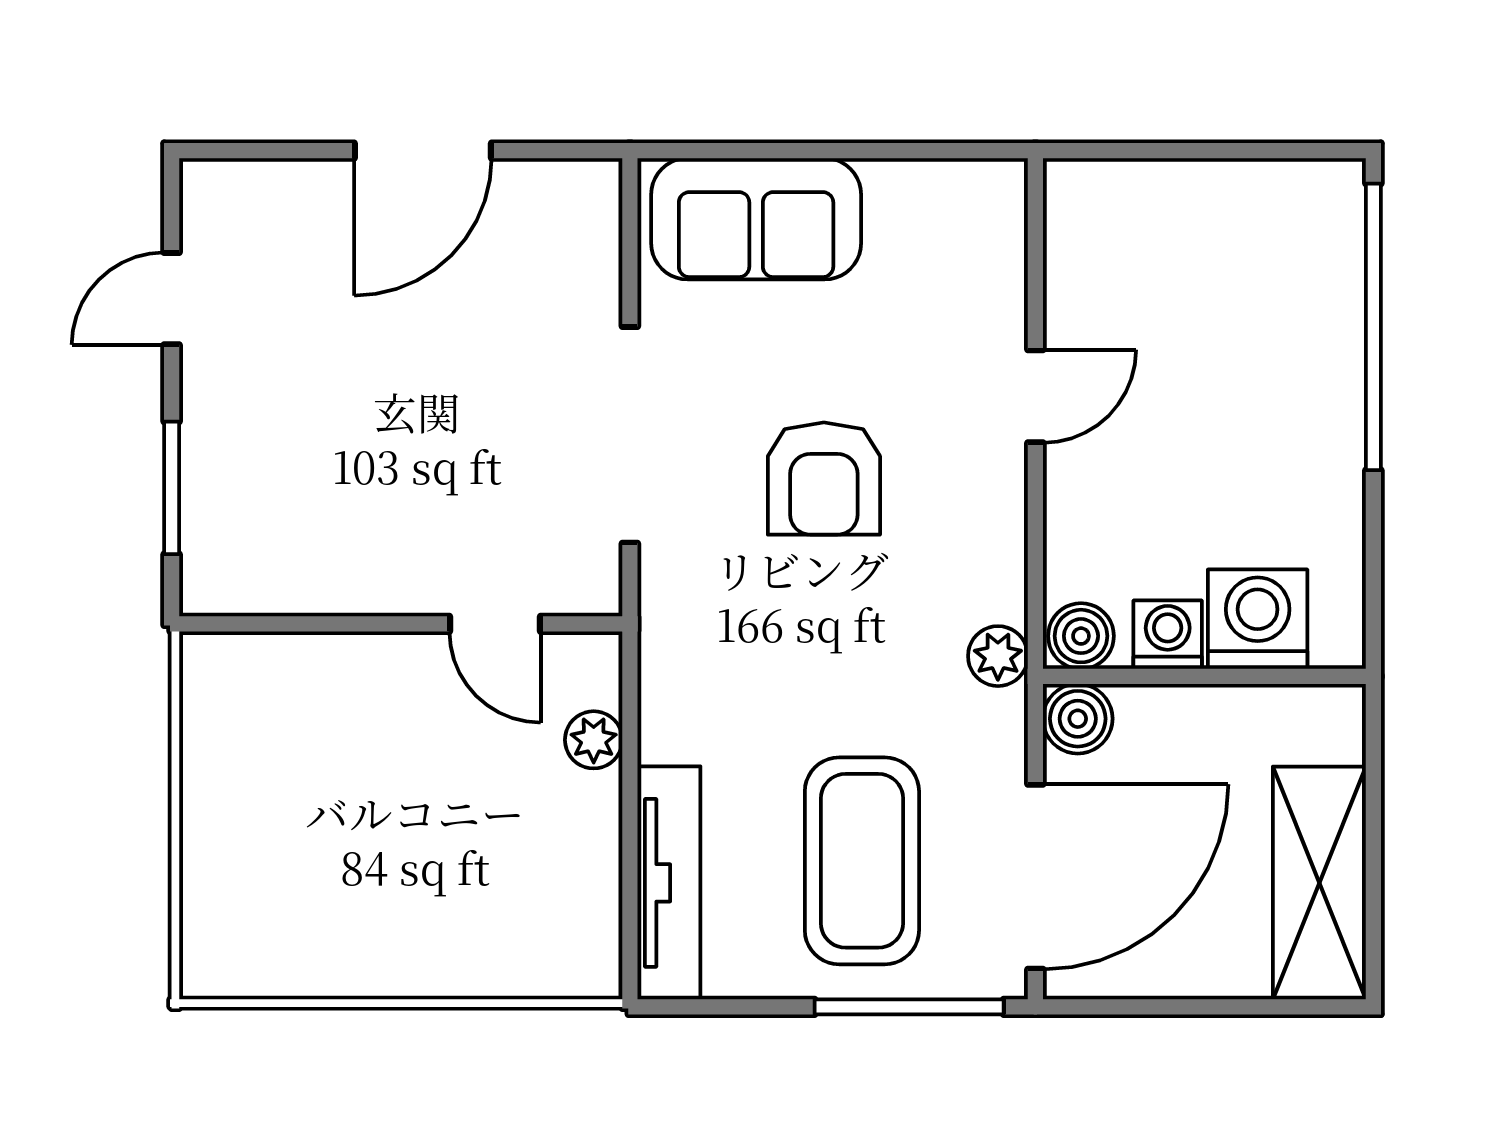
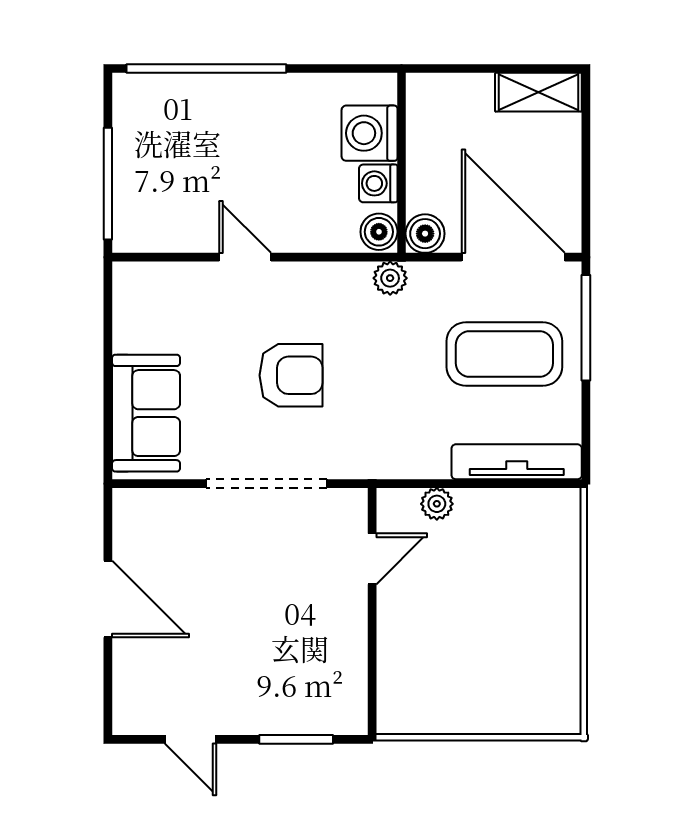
window: (1167, 151) -> (108, 184), added
shelving: (1319, 883) -> (538, 92), width x0.67, depth x0.75

